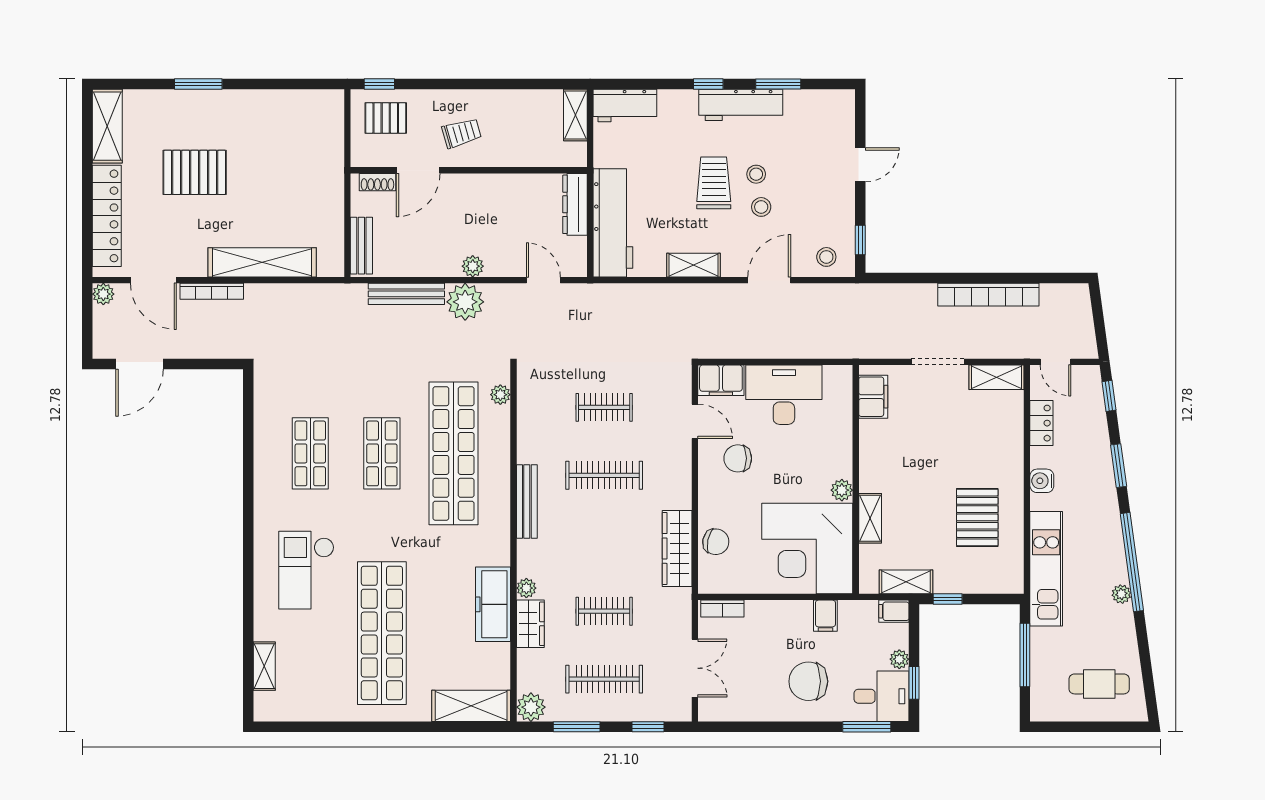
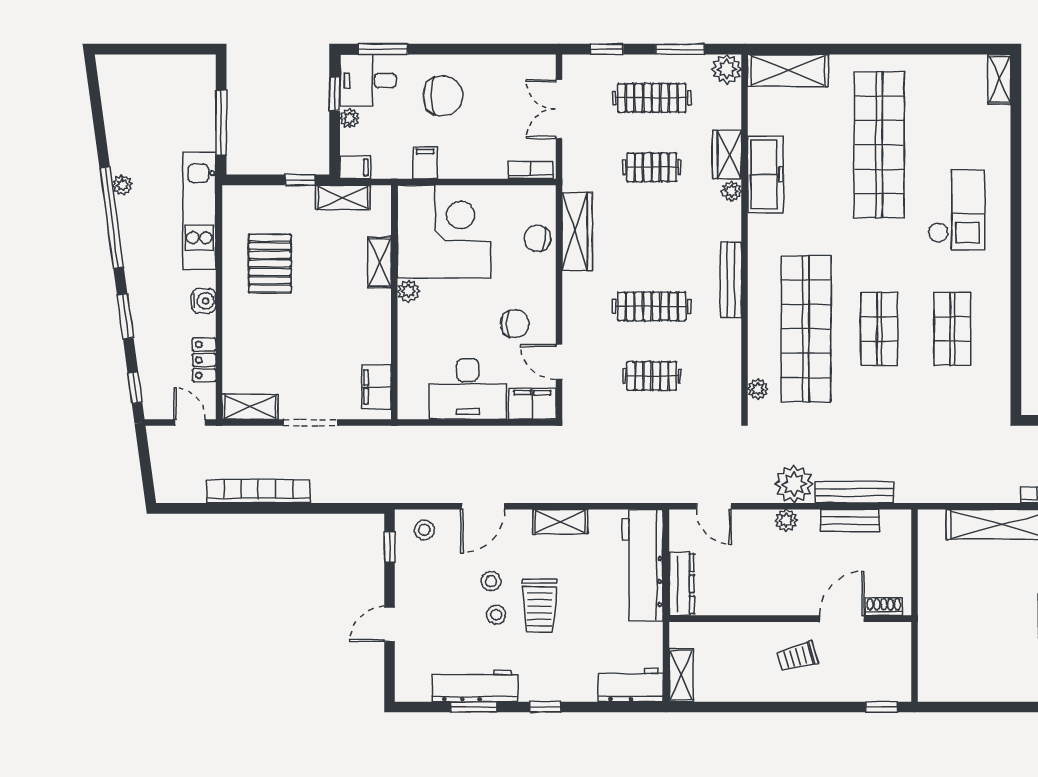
workbench: (741, 105) -> (475, 686), moved
pallet: (386, 118) -> (875, 672), removed
bench: (361, 246) -> (850, 521), moved, turned 90
shelving: (264, 666) -> (999, 79), moved
cafe table: (1099, 684) -> (145, 93), removed

